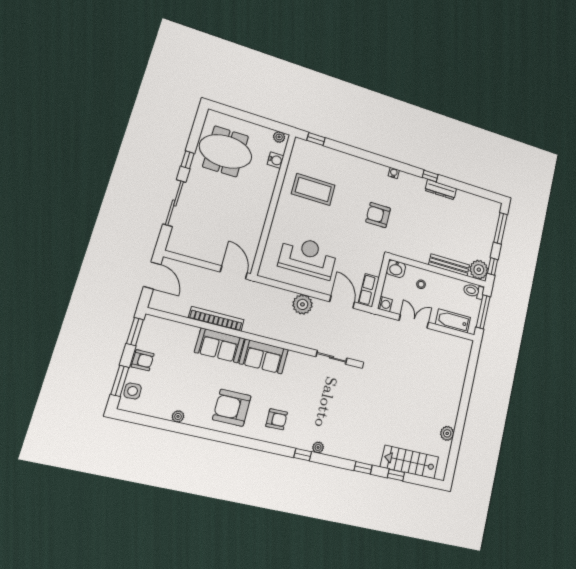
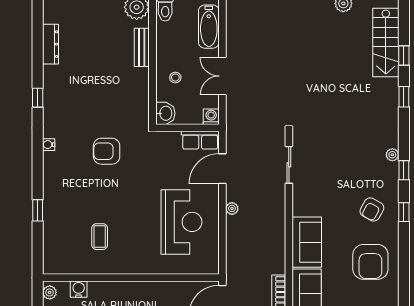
window: (316, 139) -> (38, 210), moved
coffee table: (313, 189) -> (100, 237), width x0.54, depth x0.58
dresser: (441, 190) -> (50, 44), moved
armchair: (378, 215) -> (107, 151), turned 90
reception desk: (308, 257) -> (181, 222), turned 180
bench: (449, 265) -> (142, 47), width x0.73
plant: (302, 304) -> (232, 208), width x0.53, depth x0.53
armchair: (277, 419) -> (372, 209), turned -150
window: (267, 447) -> (404, 212), added

